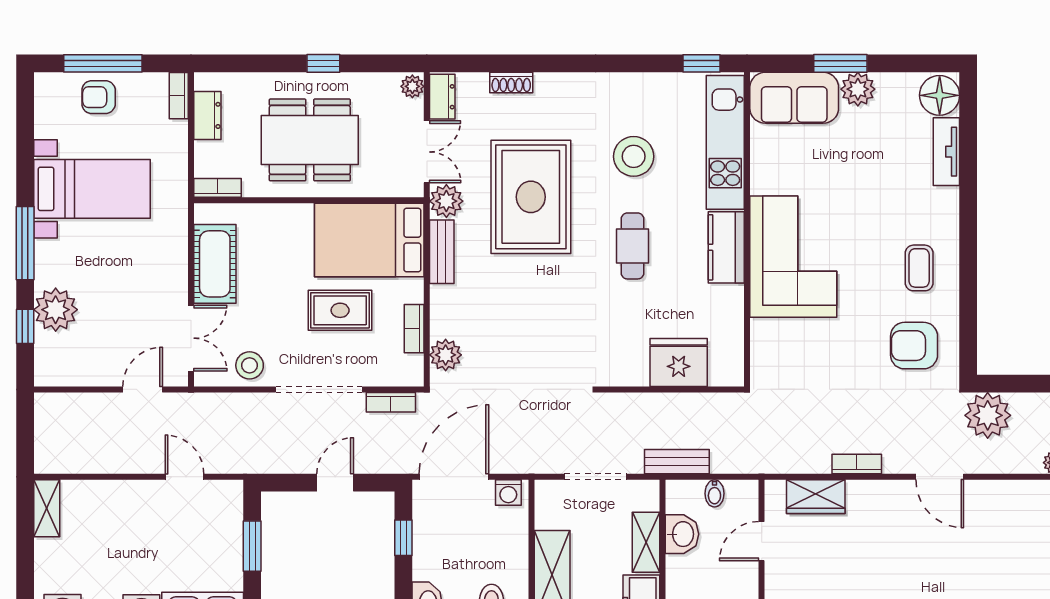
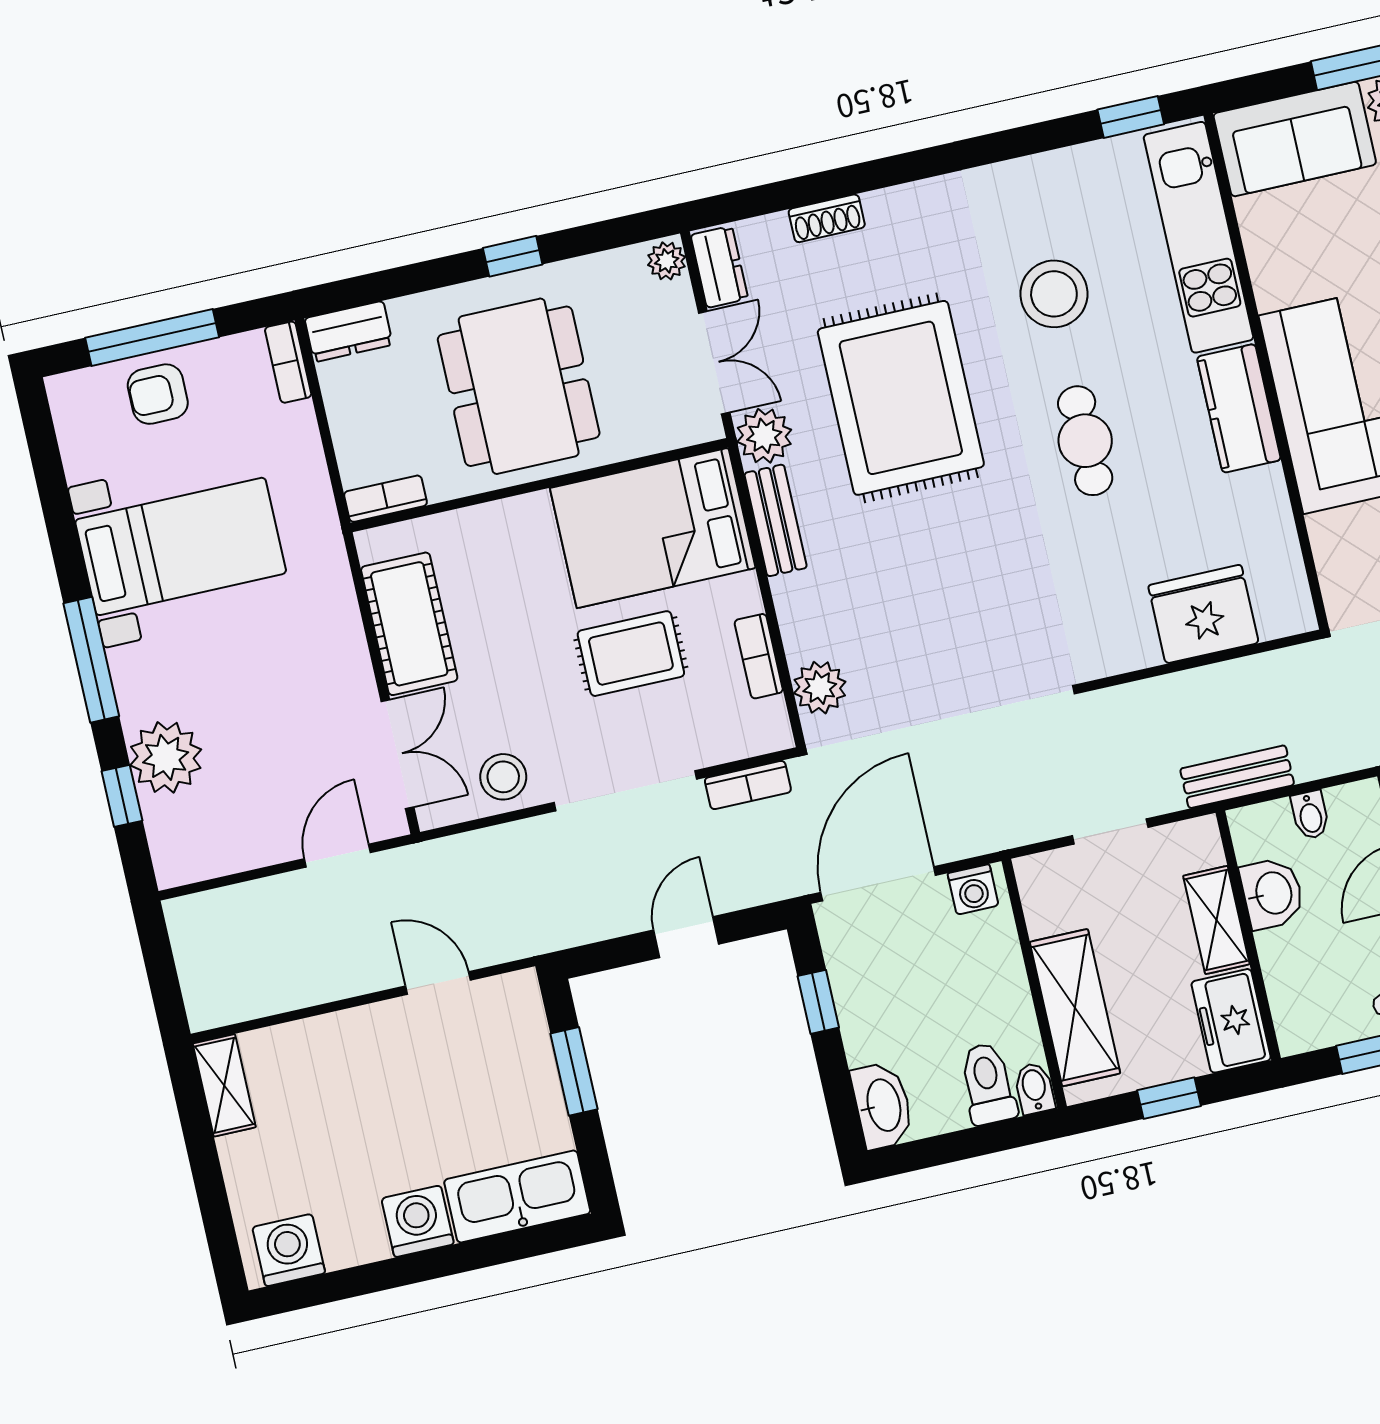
dresser: (207, 115) -> (349, 332), moved, turned 90
dining table: (310, 140) -> (519, 386), turned 90
doorway: (596, 477) -> (1110, 832), width x0.73

